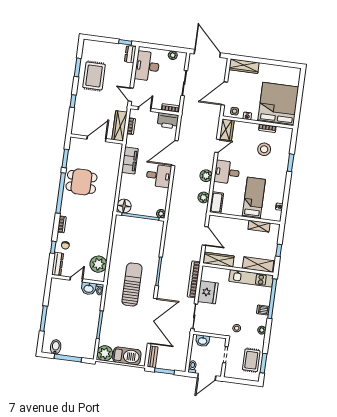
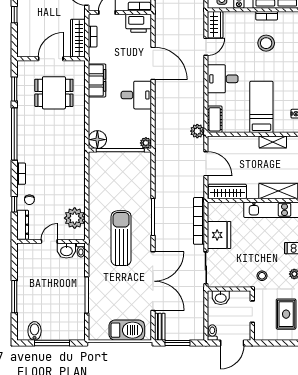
door: (175, 153) -> (153, 63), swing flipped
plant: (206, 176) -> (197, 87), removed
dining table: (81, 182) -> (54, 93), moved
plant: (204, 197) -> (197, 131), moved
plant: (105, 353) -> (98, 330), removed

